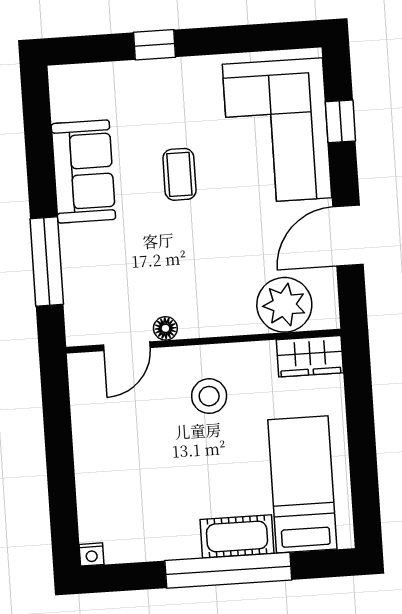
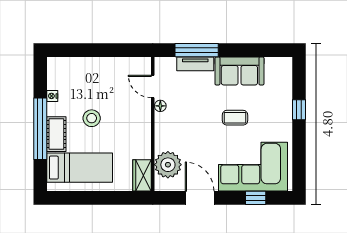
tv unit: (75, 263) -> (195, 64), added
stool: (209, 396) -> (92, 118), moved
nightstand: (92, 554) -> (52, 96), moved

